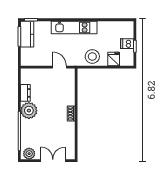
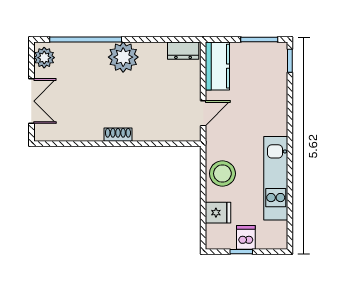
kitchen unit: (74, 27) -> (276, 178), moved
kitchen counter: (27, 34) -> (217, 66), moved, turned -90
dresser: (25, 93) -> (183, 51), moved

